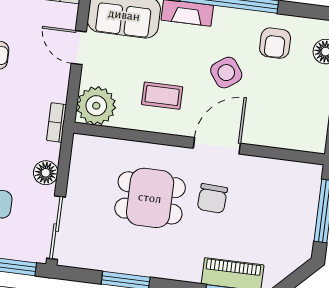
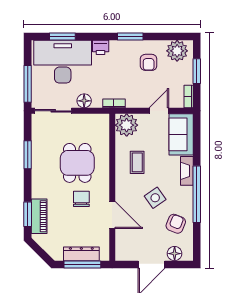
armchair: (275, 43) -> (176, 224), turned 112
door: (217, 146) -> (112, 215), moved
chair: (212, 198) -> (81, 199), turned 87
dresser: (306, 210) -> (81, 254), added

